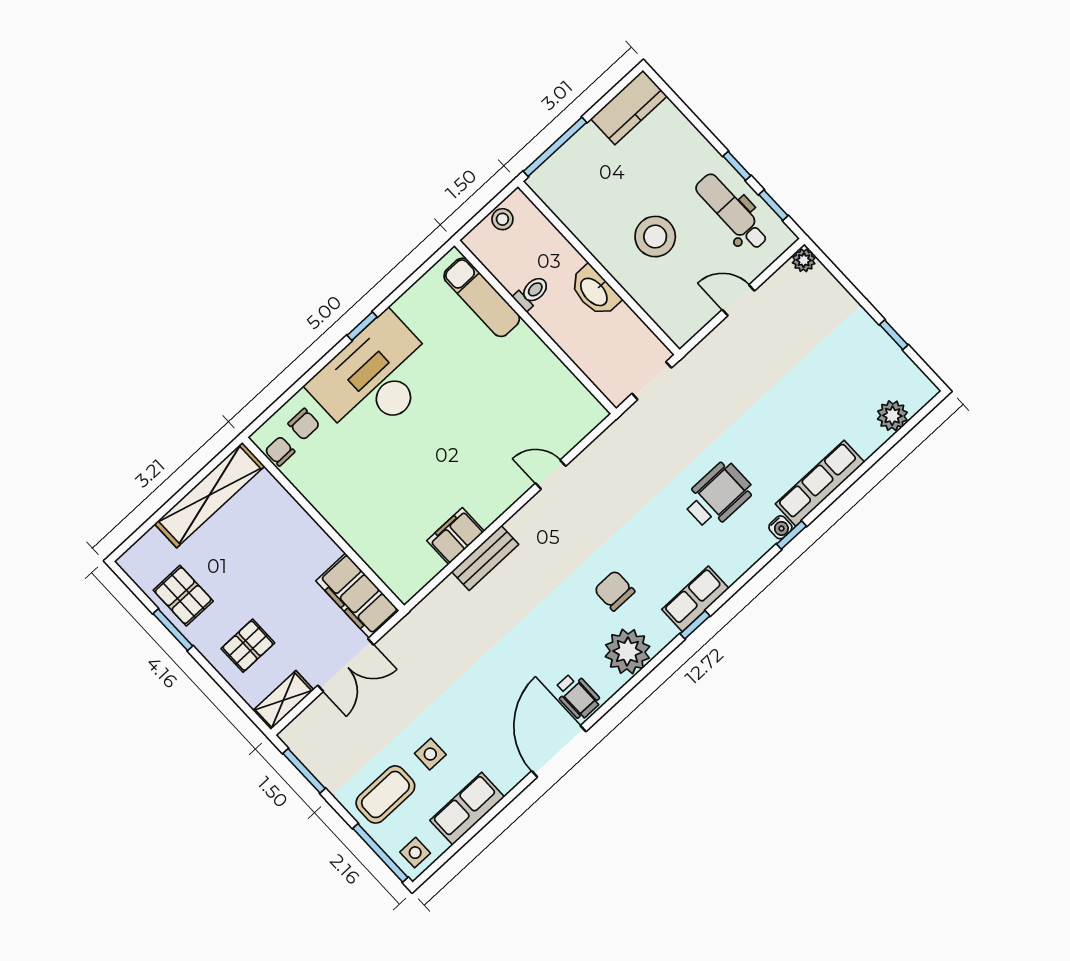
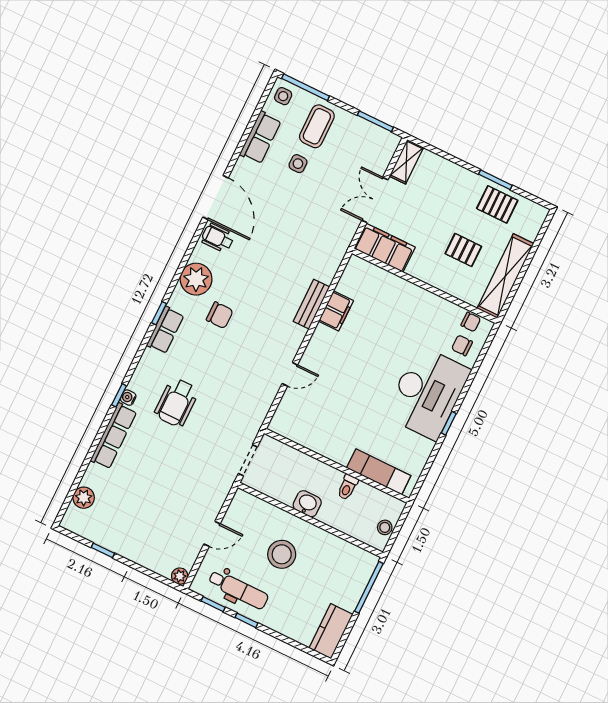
washbasin: (595, 291) -> (307, 504), width x0.72
pallet: (248, 646) -> (463, 250), moved, turned 90

